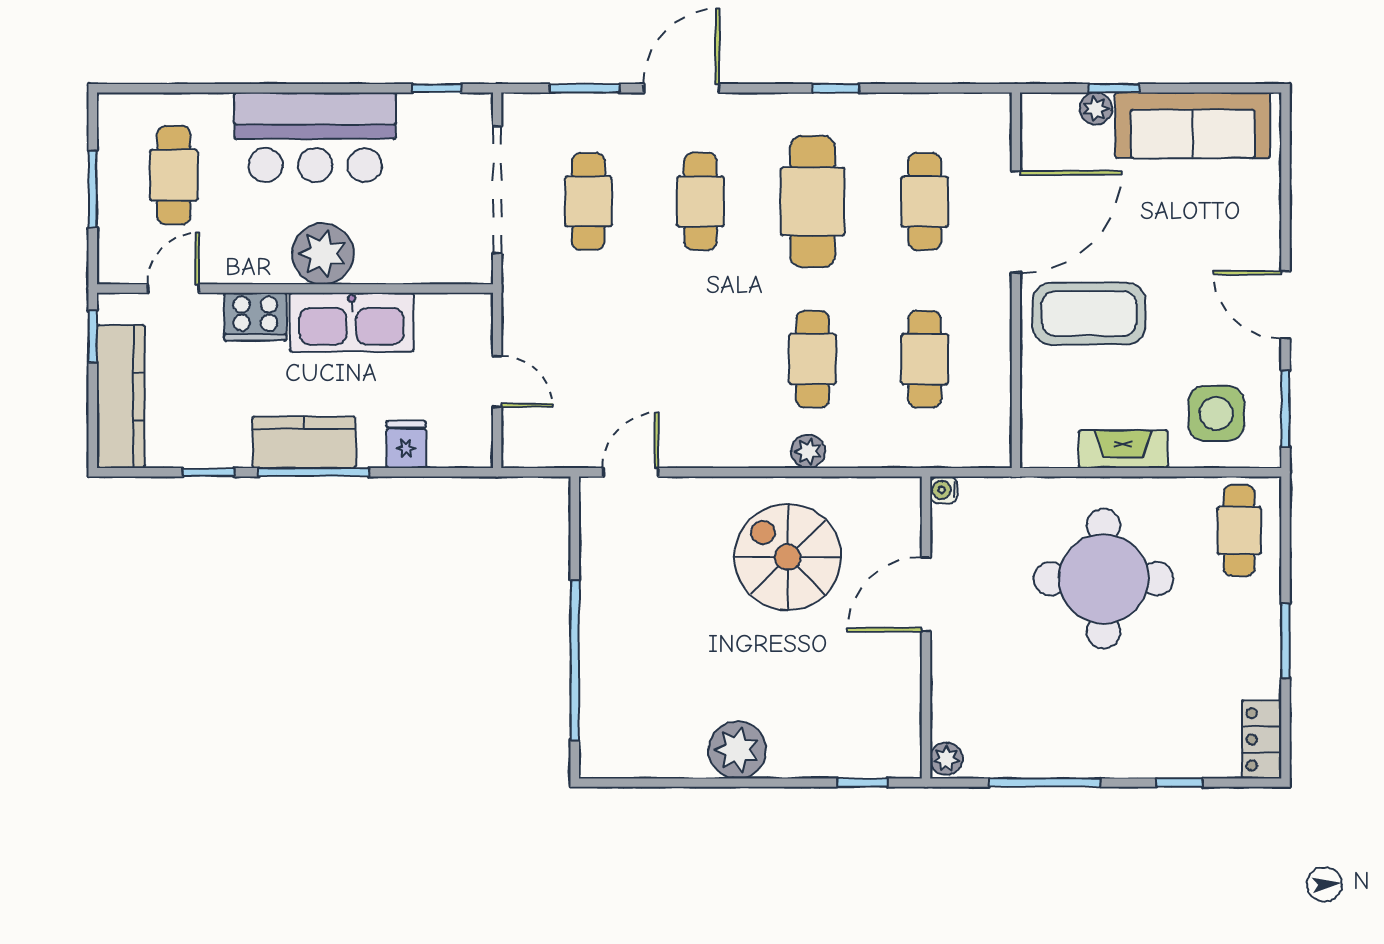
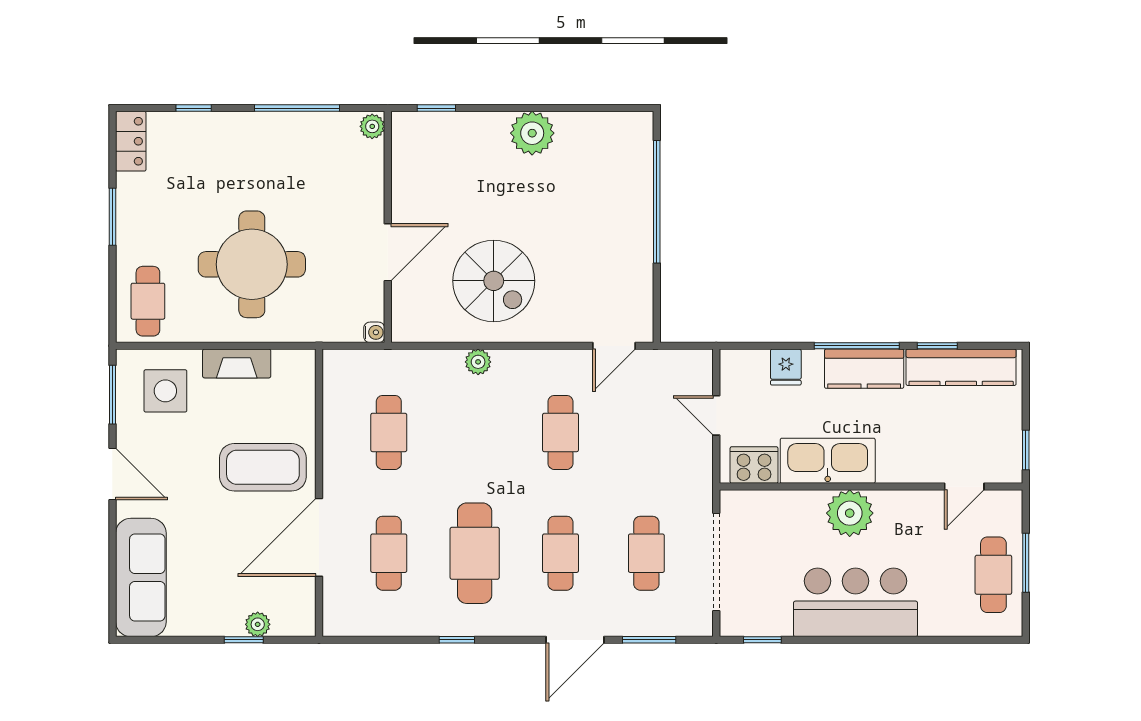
sofa: (1193, 125) -> (141, 577), moved, turned 90
cafe table: (174, 175) -> (993, 575), moved
cooker: (255, 317) -> (754, 465), moved
cafe table: (813, 359) -> (560, 432), moved
kitchen counter: (121, 396) -> (961, 367), moved, turned -90

